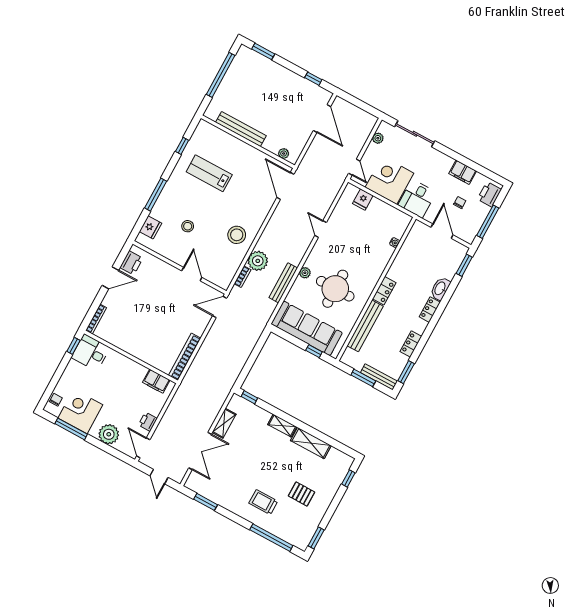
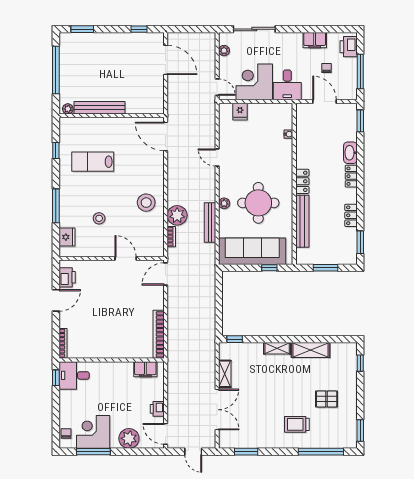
plant: (284, 153) -> (68, 109), moved
bench: (379, 377) -> (339, 259), removed

